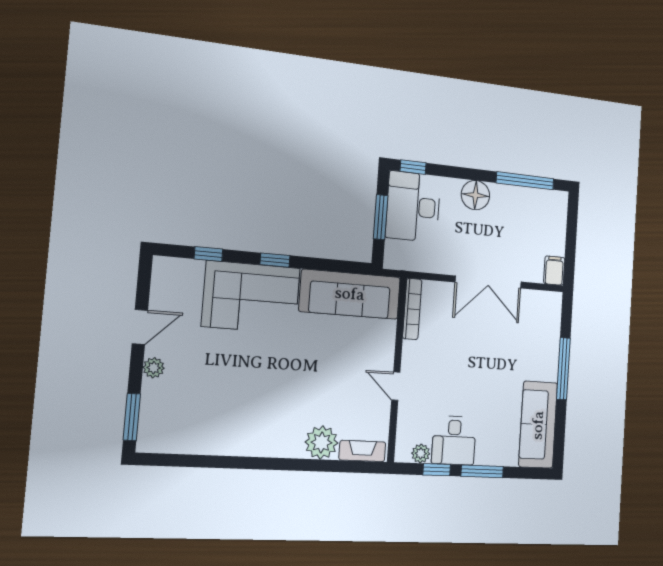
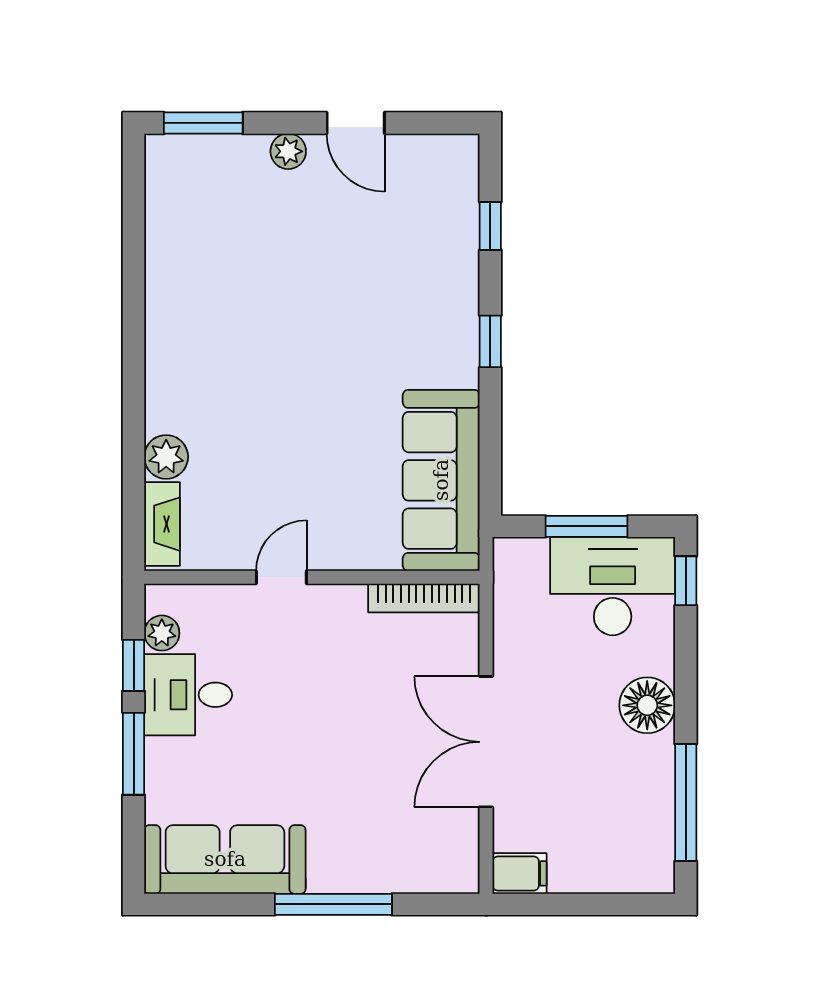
corner sofa: (251, 297) -> (422, 305), removed
plant: (321, 442) -> (166, 457), width x0.73, depth x0.73

